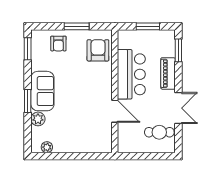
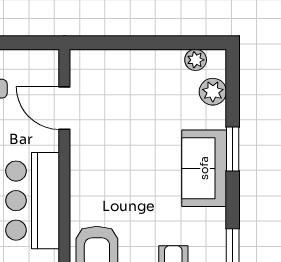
door: (115, 111) -> (64, 108), moved
plant: (38, 119) -> (213, 92), moved

